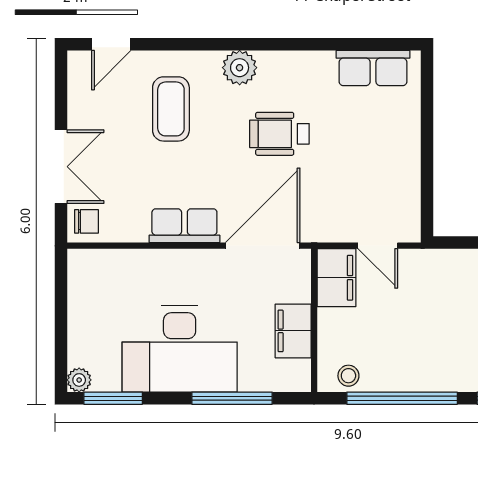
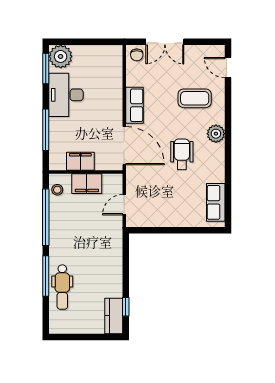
filing cabinet: (336, 278) -> (87, 184), moved
desk: (180, 349) -> (66, 95), width x0.73, depth x0.77
plant: (79, 380) -> (61, 56), width x1.88, depth x1.88

